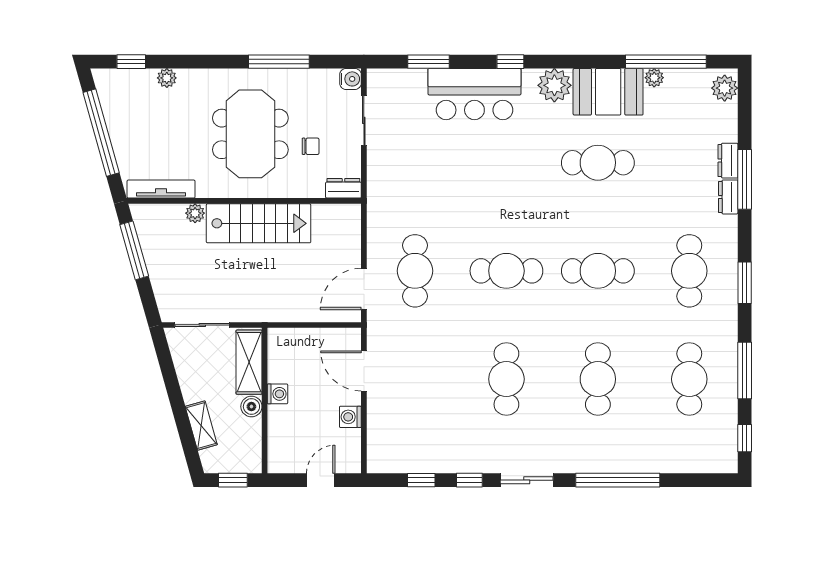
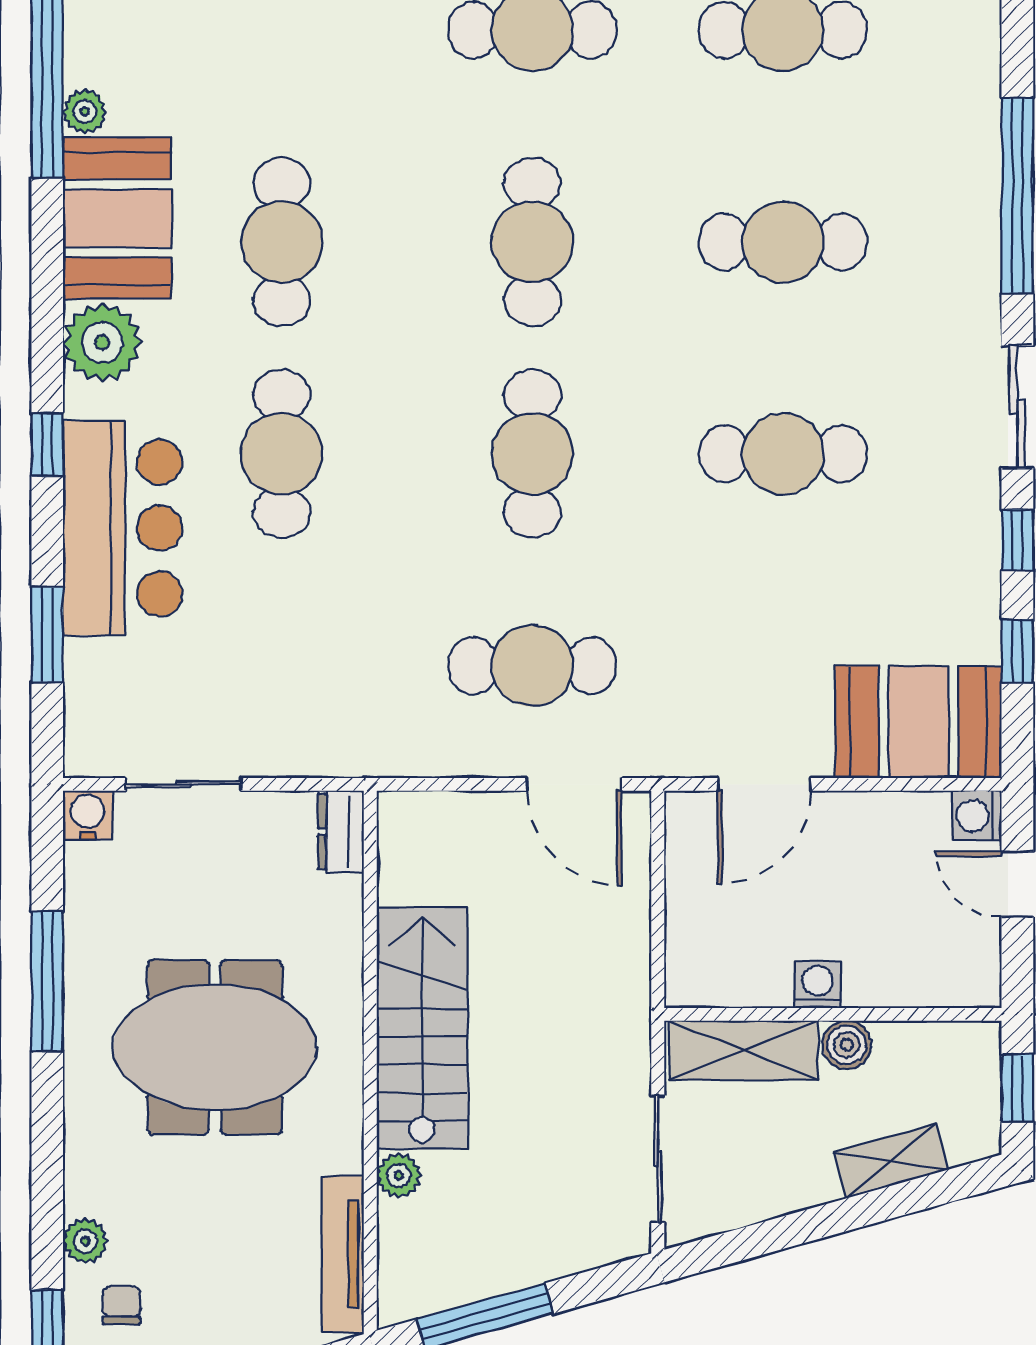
chair: (311, 146) -> (121, 1305), moved
cafe table: (506, 163) -> (282, 454), added
washing machine: (350, 417) -> (977, 816), moved, turned 90
booth: (391, 437) -> (918, 722), added

